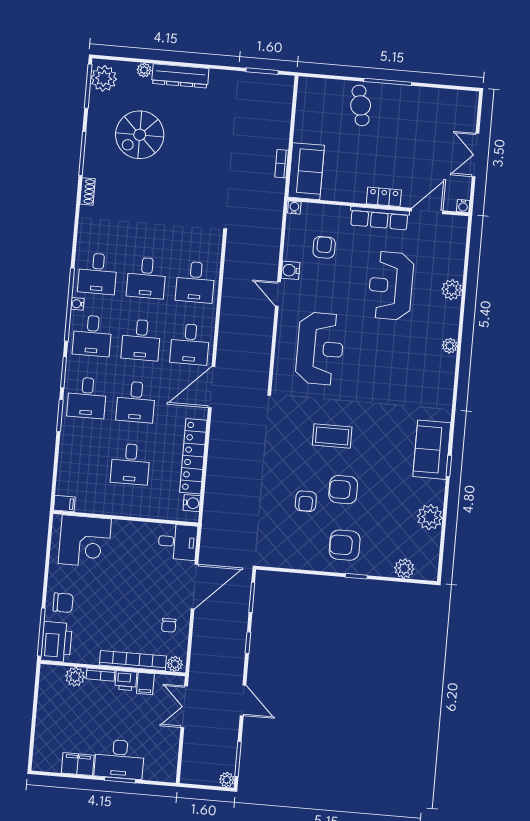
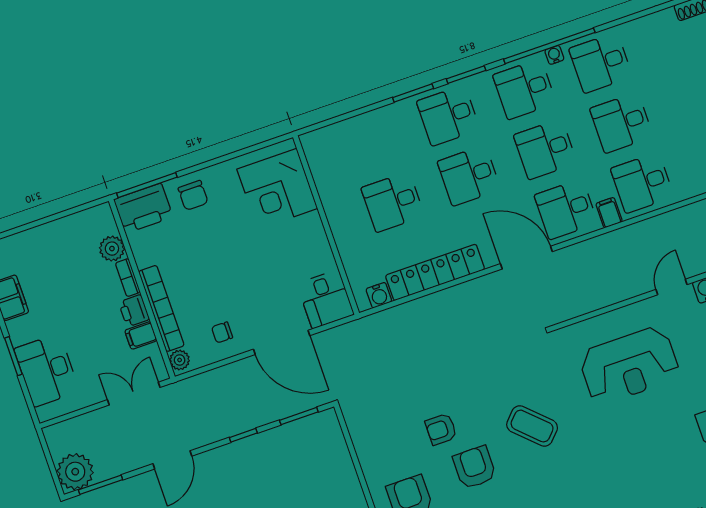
coffee table: (332, 436) -> (532, 426), turned -46
filing cabinet: (64, 504) -> (609, 213), moved, turned 180
desk: (119, 759) -> (47, 370), moved
plant: (227, 780) -> (75, 472), width x1.88, depth x1.88

